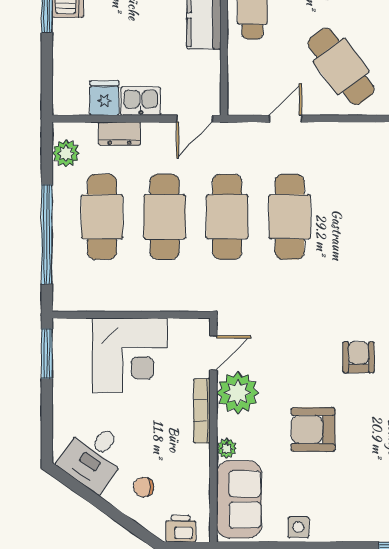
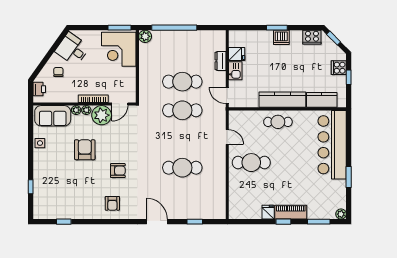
cafe table: (341, 66) -> (251, 163), turned 37
plant: (66, 153) -> (145, 36), moved
cafe table: (102, 217) -> (182, 53), removed
cafe table: (290, 217) -> (182, 168), moved
door: (213, 353) -> (120, 104), hinge flipped
corner desk: (130, 355) -> (119, 49), moved
plant: (227, 426) -> (86, 110), added

